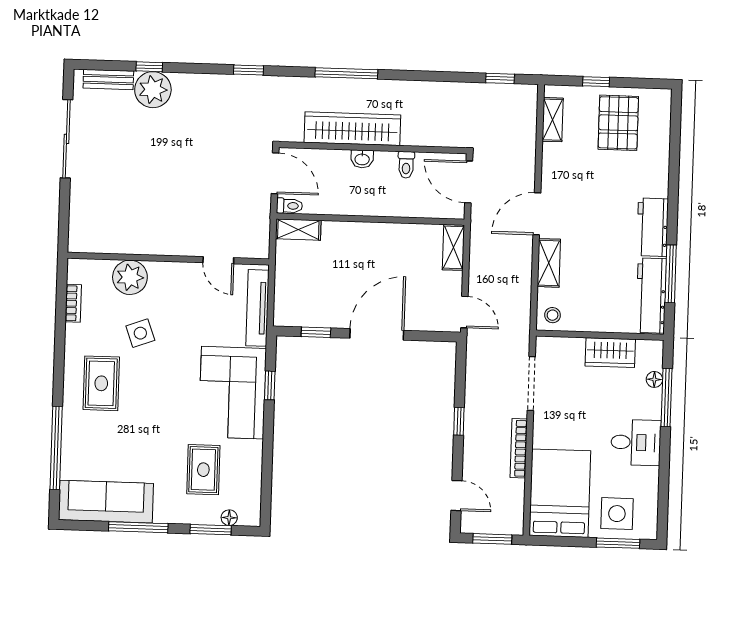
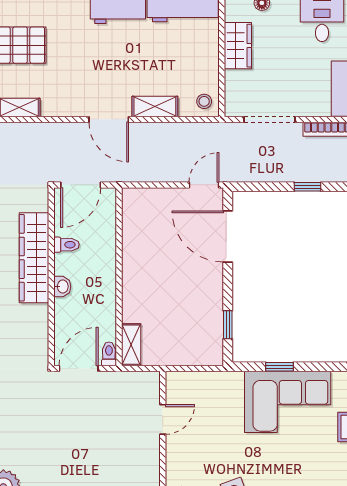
wardrobe: (352, 129) -> (34, 258), moved
shelving: (453, 247) -> (143, 197), removed
tv unit: (257, 308) -> (207, 381), removed
door: (377, 334) -> (228, 237), moved

